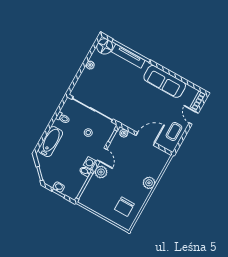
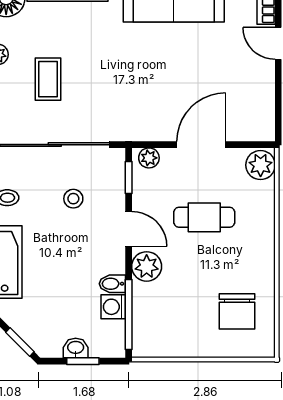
coffee table: (174, 131) -> (48, 79), moved
washing machine: (90, 163) -> (113, 307), moved
cafe table: (132, 166) -> (204, 217), added
plant: (149, 183) -> (261, 165), moved

